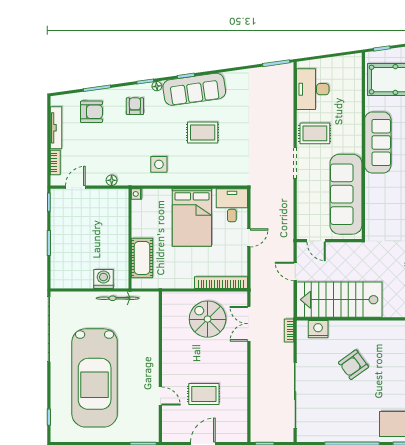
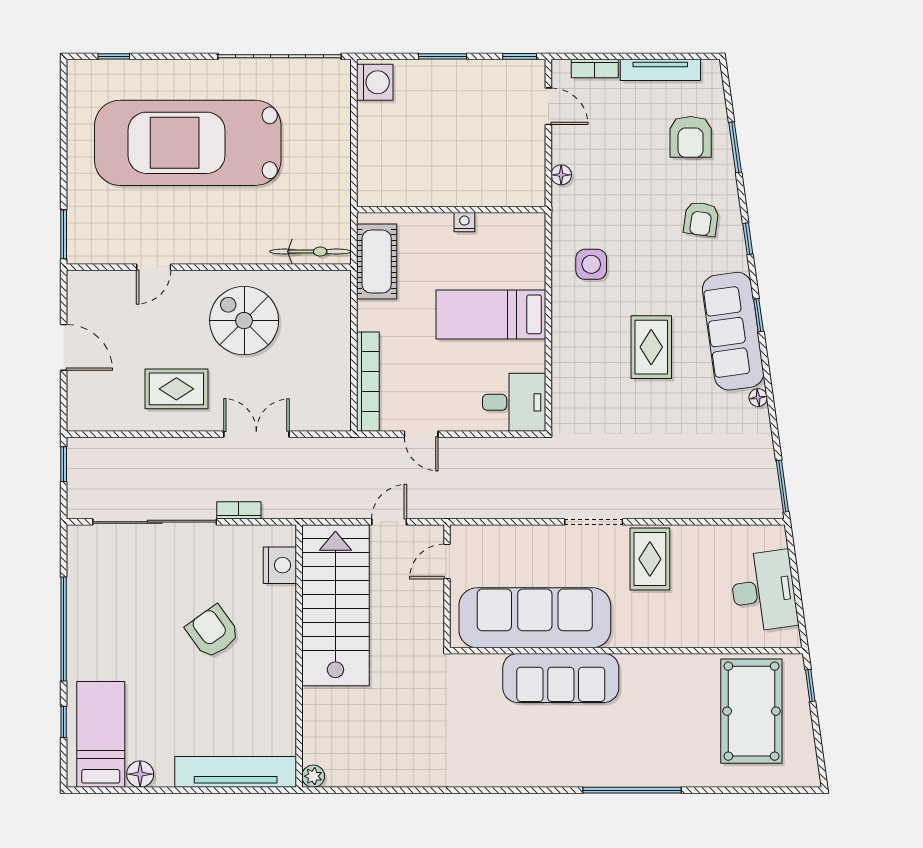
floor lamp: (157, 86) -> (758, 398), moved
desk: (313, 89) -> (764, 591), moved, turned 82
armchair: (135, 106) -> (701, 219), turned 98
sofa: (378, 142) -> (561, 678), moved
nightstand: (137, 194) -> (464, 222), moved
bed: (192, 217) -> (491, 314), width x0.67
door: (249, 238) -> (421, 434), moved
cot: (142, 258) -> (377, 261), moved, turned 90
washing machine: (103, 279) -> (375, 82), moved
bicycle: (118, 298) -> (310, 252), moved, turned 90
spiral stairs: (208, 319) -> (244, 321), moved, turned -90
double door: (249, 324) -> (256, 434), moved
bookcase: (289, 330) -> (239, 510), moved
rug: (204, 394) -> (176, 389), moved, turned 90

